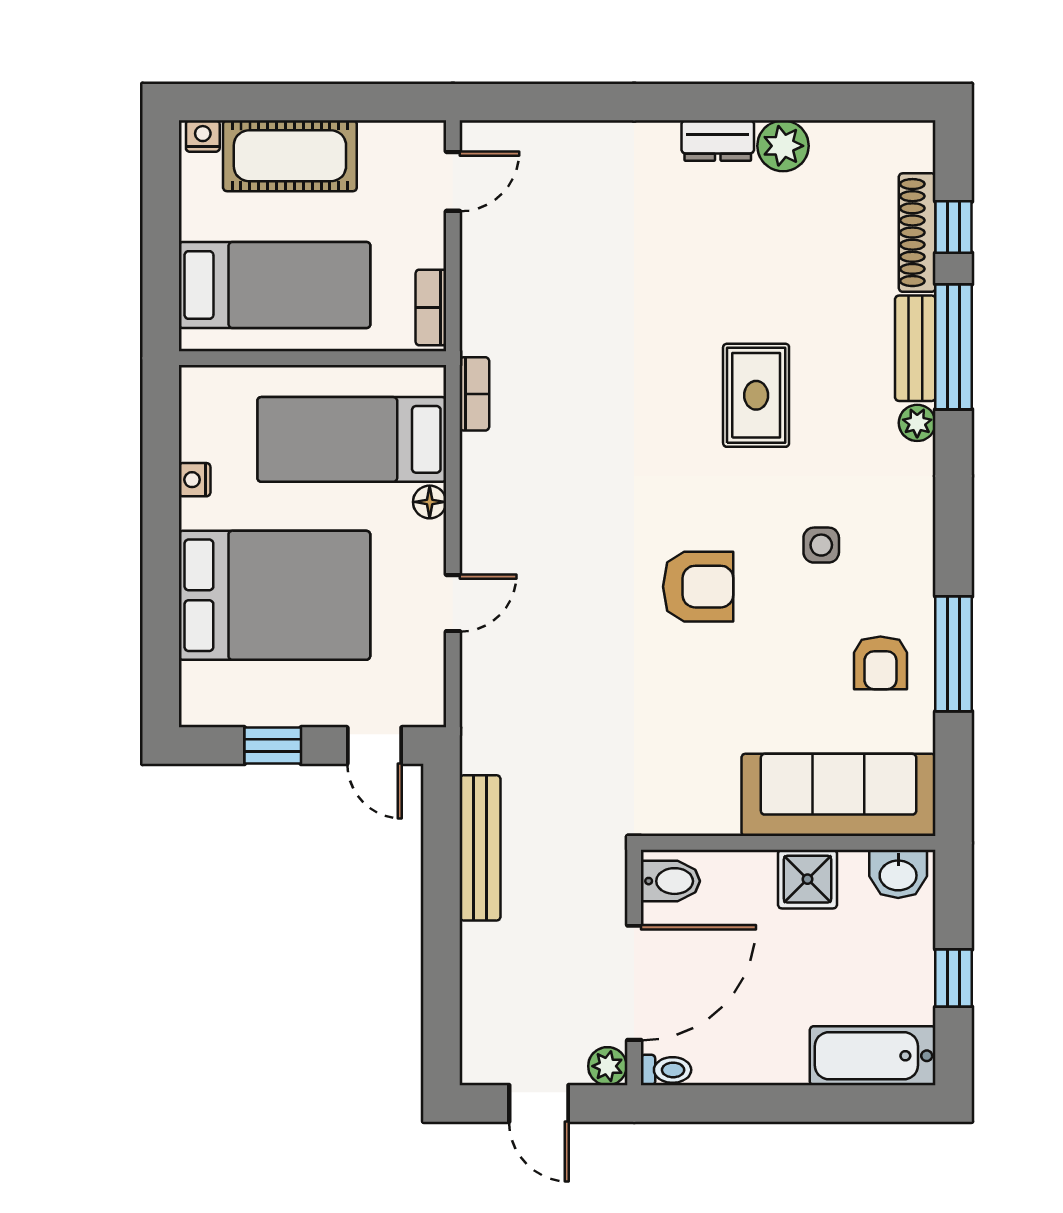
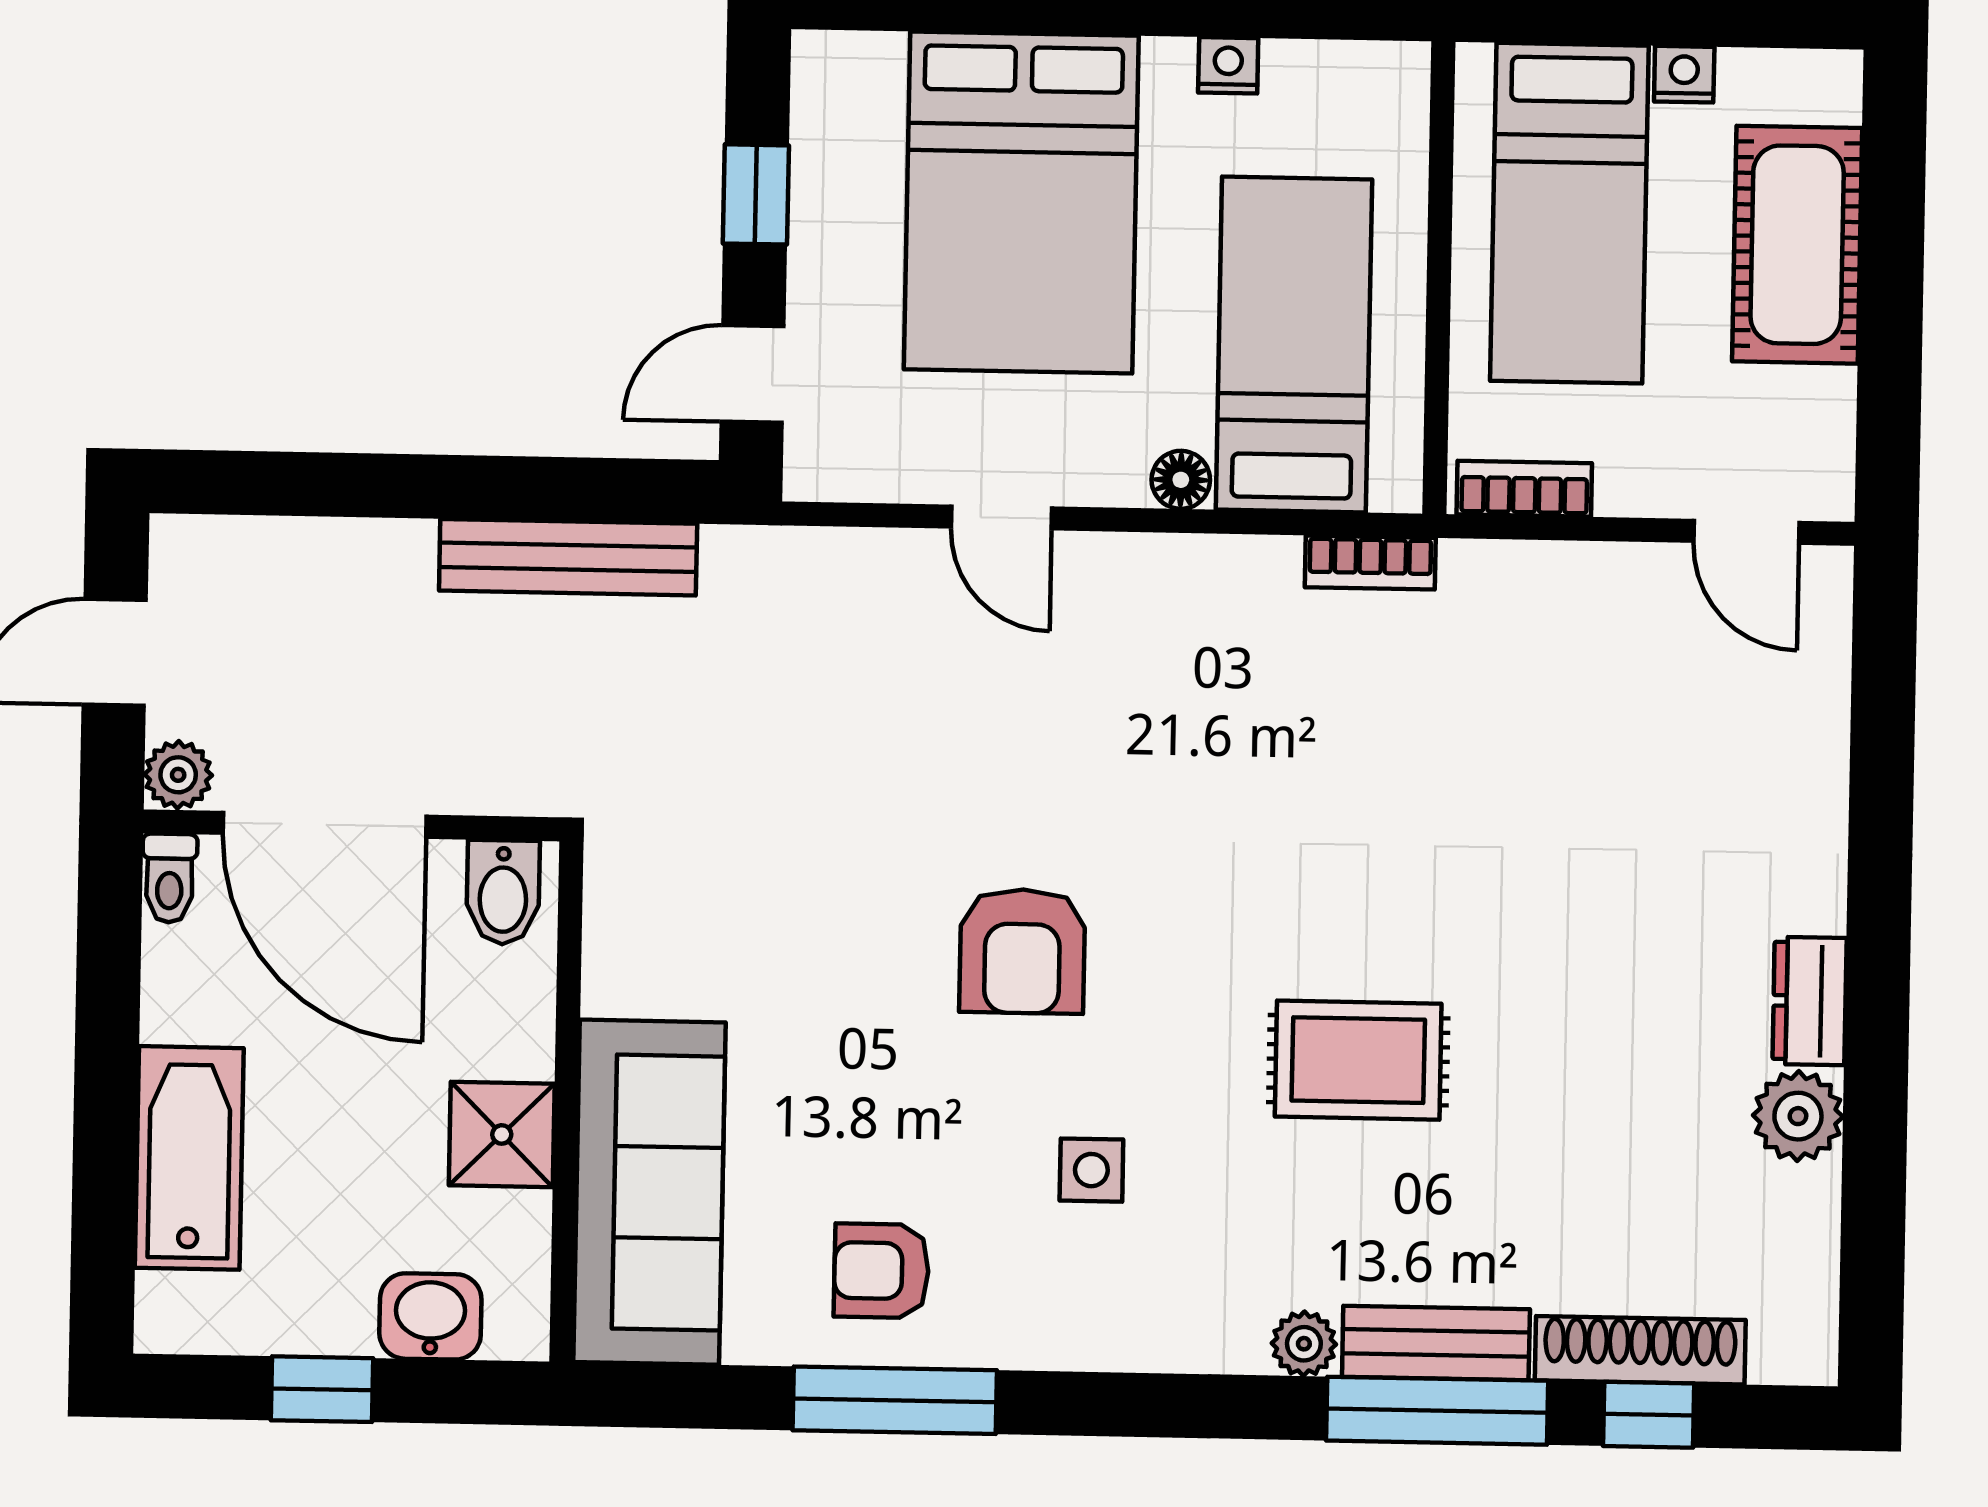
nightstand: (203, 136) -> (1684, 74), moved, turned -90
washbasin: (898, 874) -> (430, 1316), moved, turned 90
bathtub: (873, 1056) -> (189, 1158), moved

